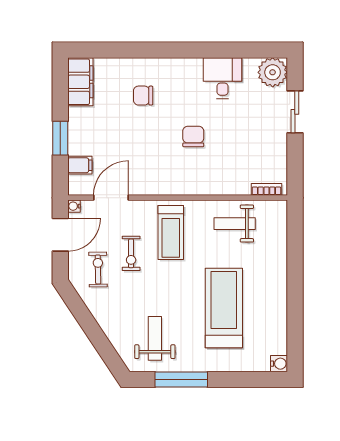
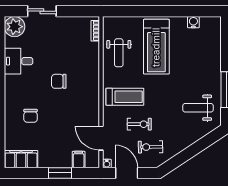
treadmill: (224, 308) -> (156, 47), moved, turned -90
water cooler: (279, 364) -> (193, 22), moved

